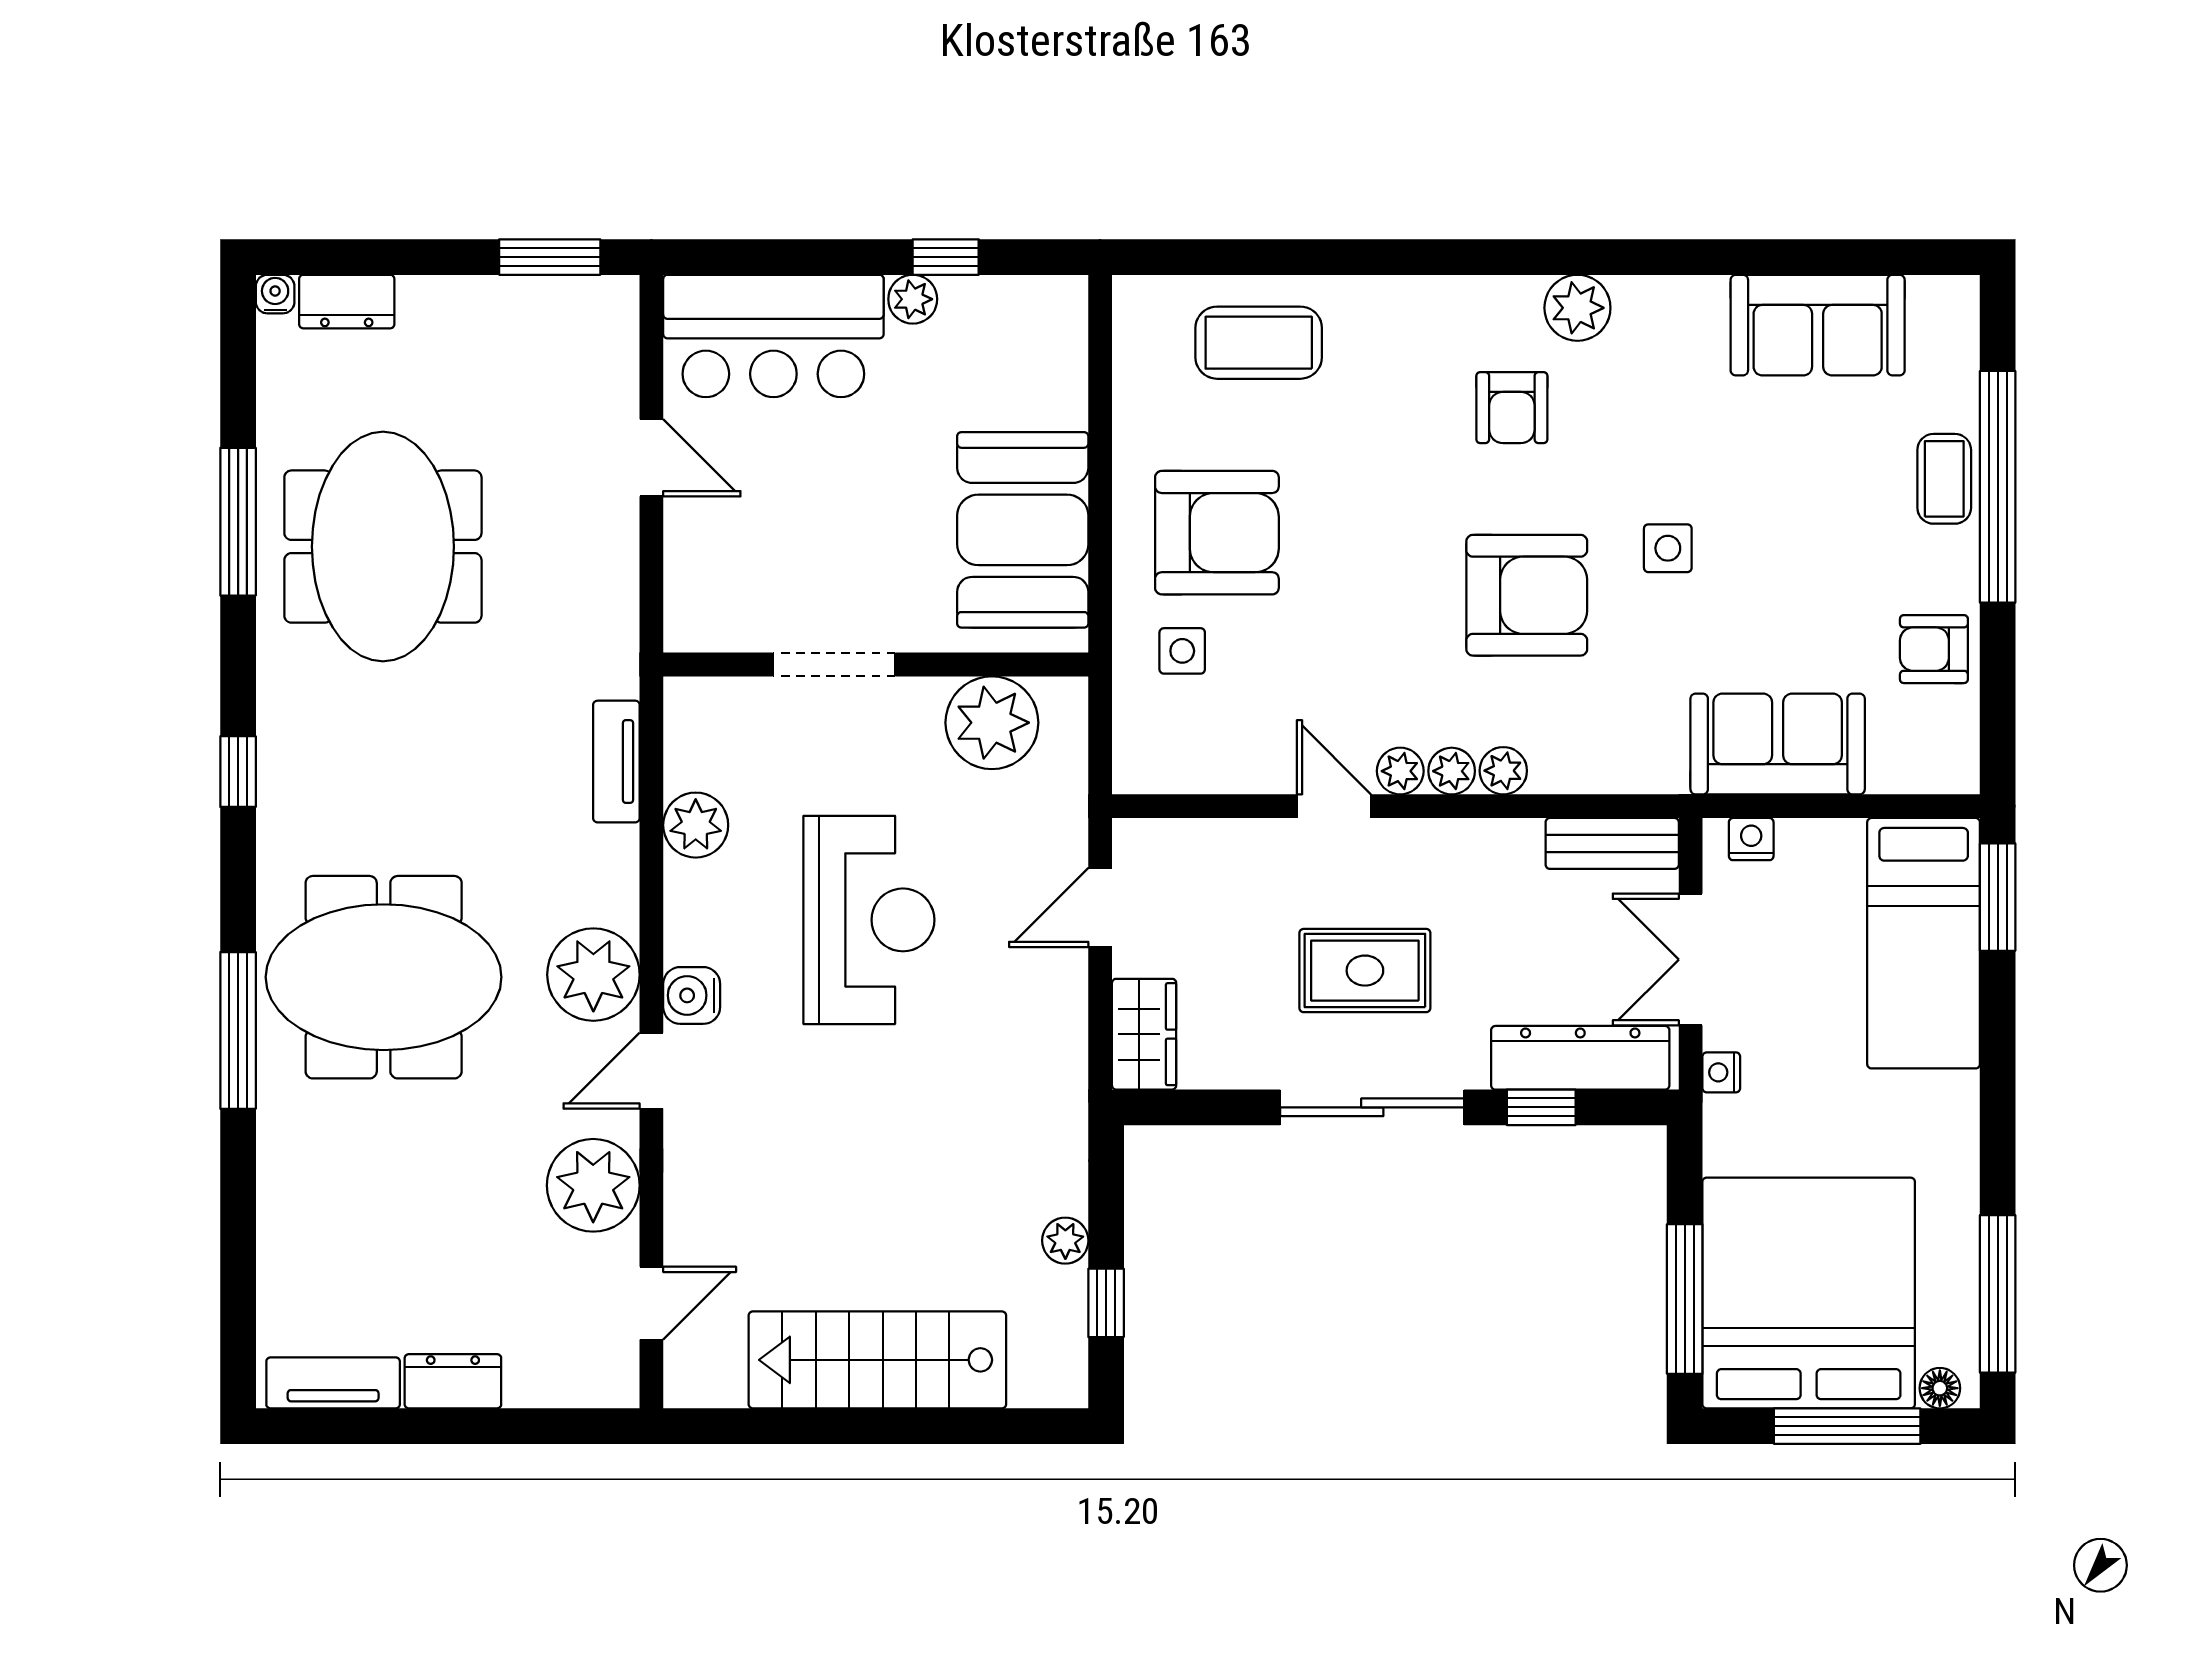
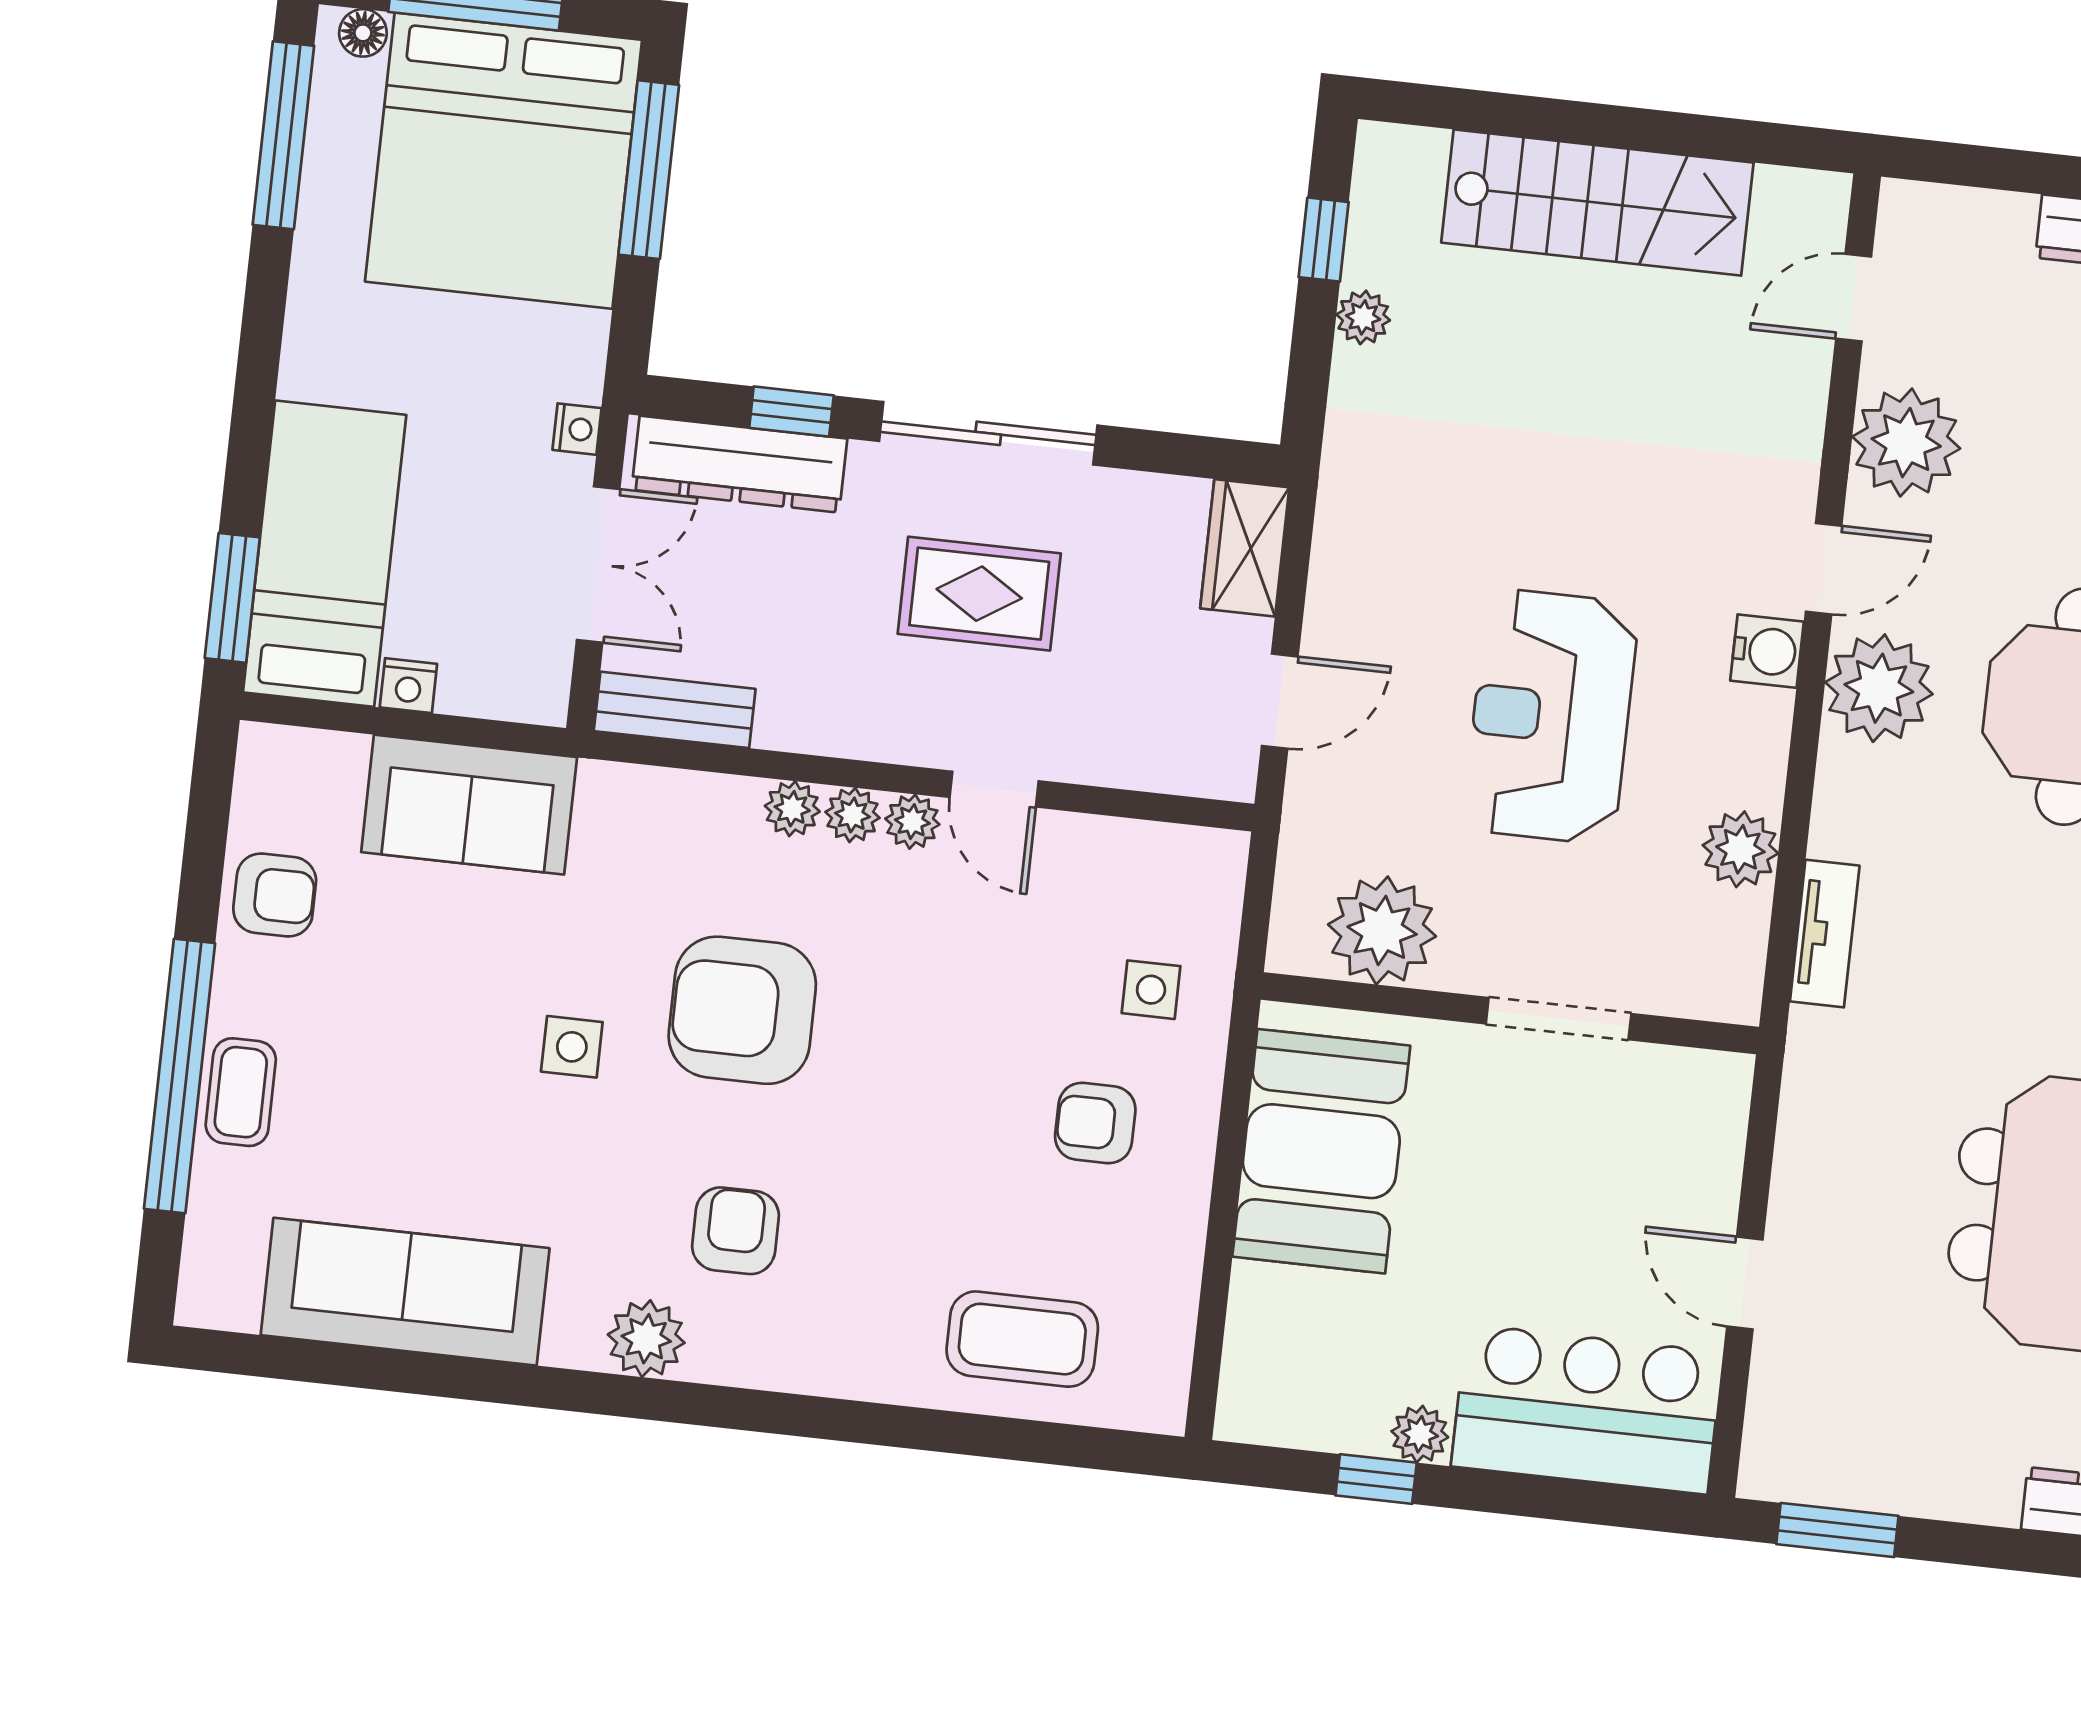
sofa: (1818, 325) -> (405, 1292), width x1.36
armchair: (1217, 533) -> (1095, 1123), width x0.53, depth x0.53
nightstand: (1751, 839) -> (408, 686), moved

